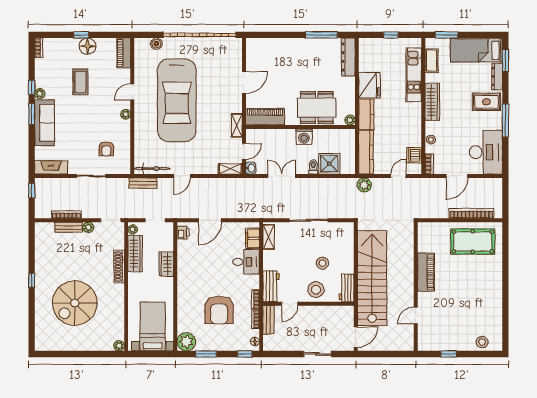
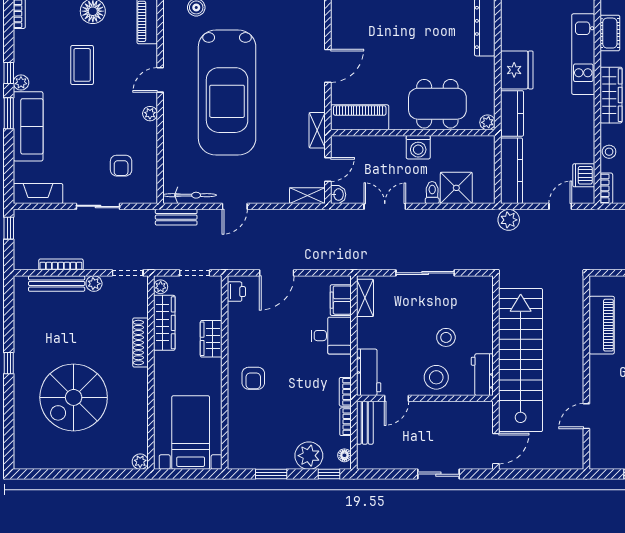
bench: (68, 227) -> (57, 284), width x1.36
piano: (426, 272) -> (602, 325), moved
armchair: (219, 310) -> (253, 378), moved, width x0.53, depth x0.53
plant: (186, 342) -> (309, 456), moved

